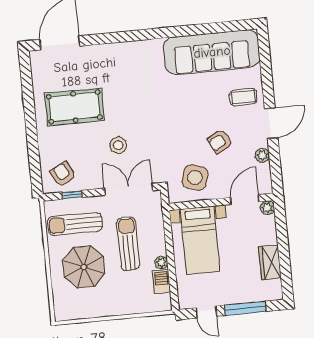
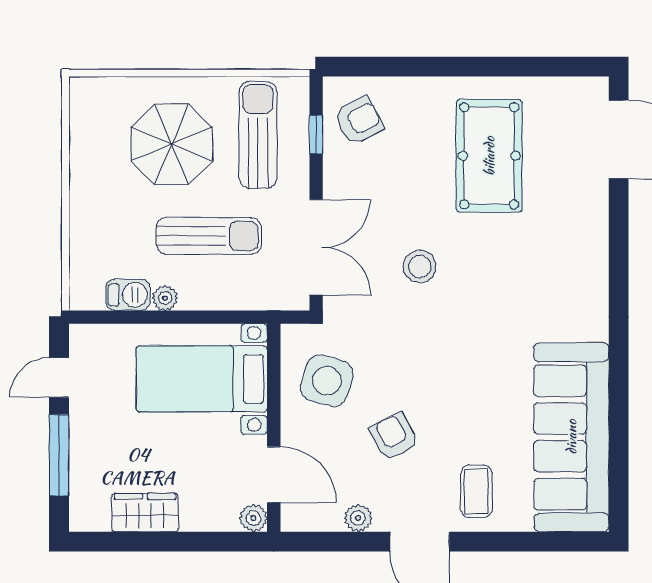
stool: (118, 145) -> (420, 266), moved

